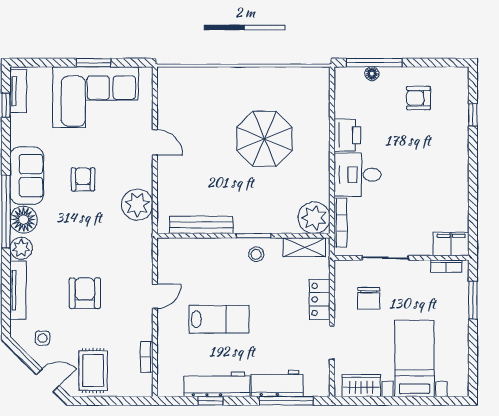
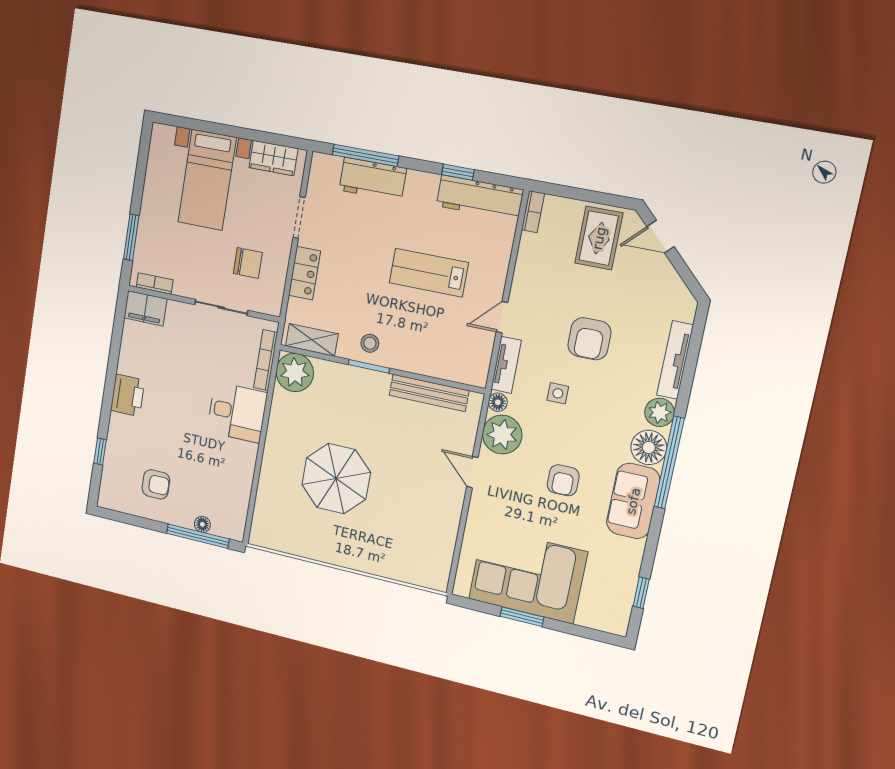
tv unit: (18, 91) -> (506, 365), moved, turned 180
printer: (347, 135) -> (128, 395), moved, turned 180
door: (155, 142) -> (472, 472), moved
floor lamp: (145, 229) -> (498, 402), added
chair: (369, 298) -> (248, 263), turned 90
side table: (42, 338) -> (558, 393), moved
bookcase: (147, 357) -> (533, 212), moved
workbench: (217, 384) -> (480, 198), moved

